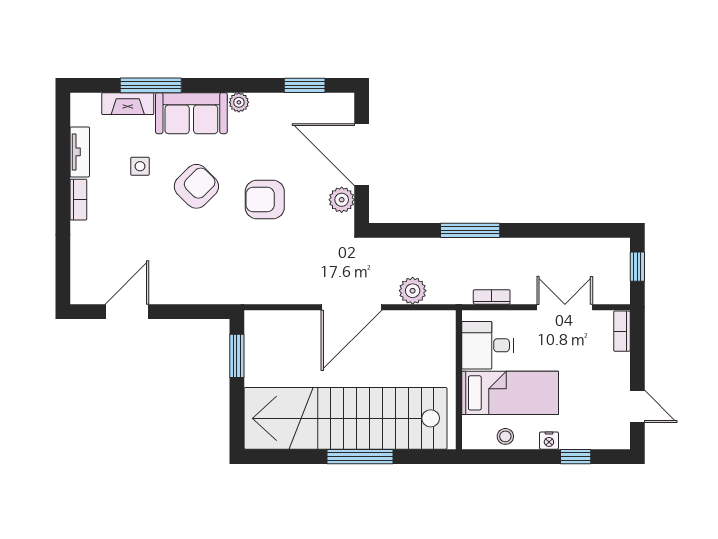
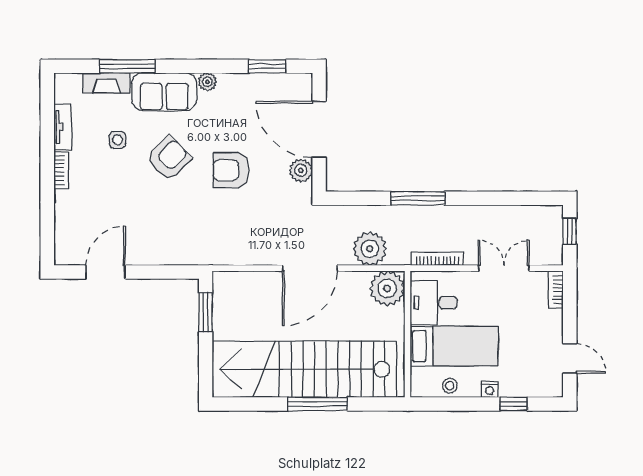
plant: (413, 291) -> (370, 249), width x1.36, depth x1.36
bookcase: (492, 297) -> (437, 259), width x1.56
plant: (437, 329) -> (387, 288), added

